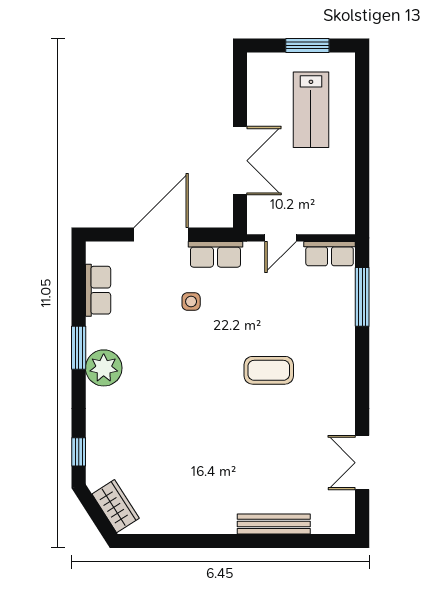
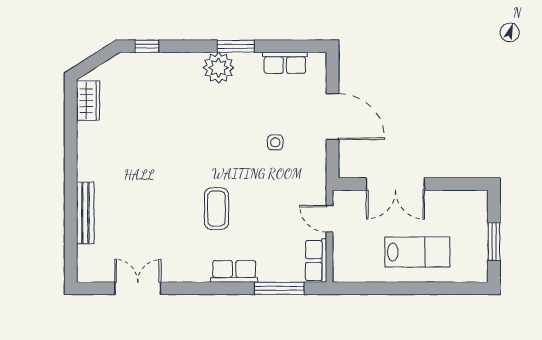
lab bench: (311, 110) -> (417, 252), moved, turned 180
row of seats: (215, 254) -> (234, 271), moved, turned 90
wardrobe: (116, 506) -> (88, 101), moved, turned -57

